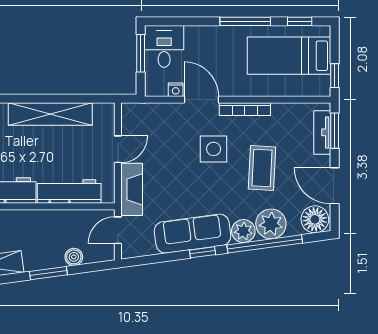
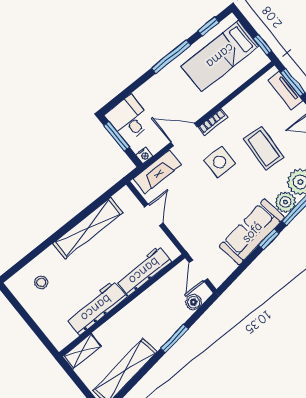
nightstand: (176, 90) -> (144, 155), moved
bookcase: (245, 109) -> (213, 122), width x0.64
fireplace: (132, 189) -> (157, 172), moved, turned 90
boiler: (74, 257) -> (194, 302), moved

